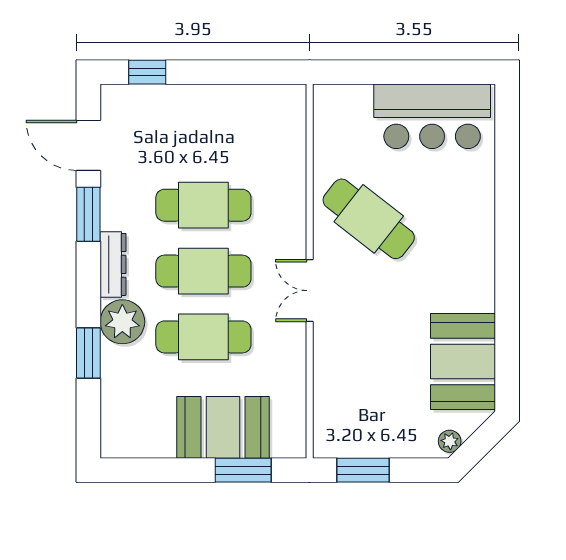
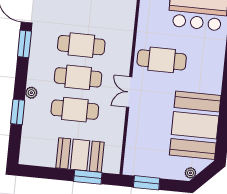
cafe table: (369, 219) -> (162, 60), turned -38
dresser: (113, 264) -> (34, 70), removed
plant: (122, 322) -> (31, 93), width x0.53, depth x0.53
booth: (463, 362) -> (195, 125), width x1.36, depth x1.42

